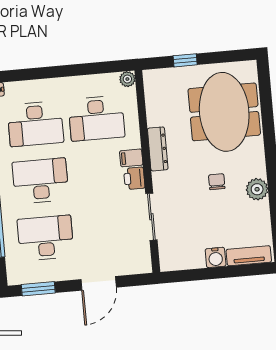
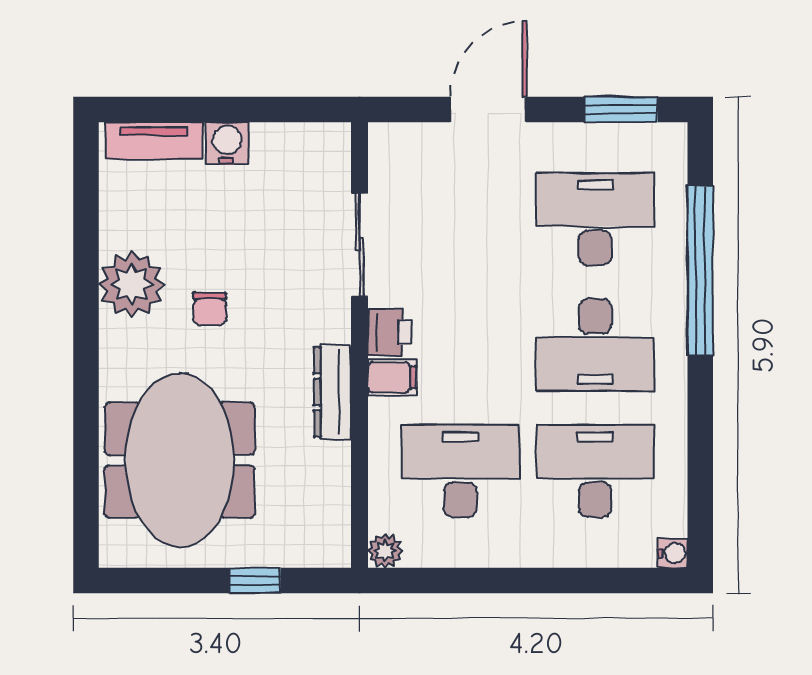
plant: (257, 189) -> (132, 284), width x1.36, depth x1.36
desk: (46, 238) -> (595, 219), turned 180

